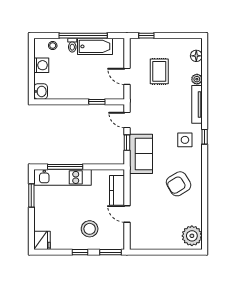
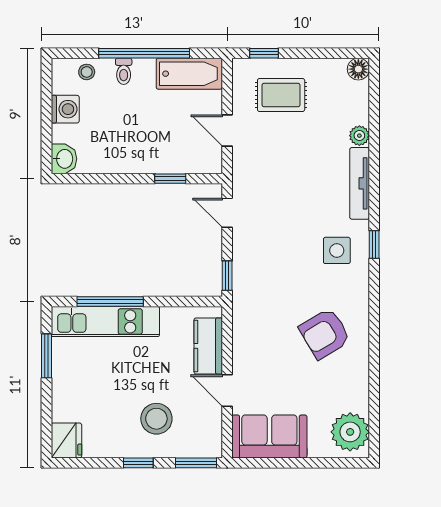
bathtub: (95, 46) -> (189, 74), moved
floor lamp: (196, 56) -> (358, 69), moved
rug: (159, 71) -> (281, 95), moved, turned 90
window: (127, 143) -> (227, 276), moved
sofa: (141, 154) -> (269, 436), moved, turned -90

